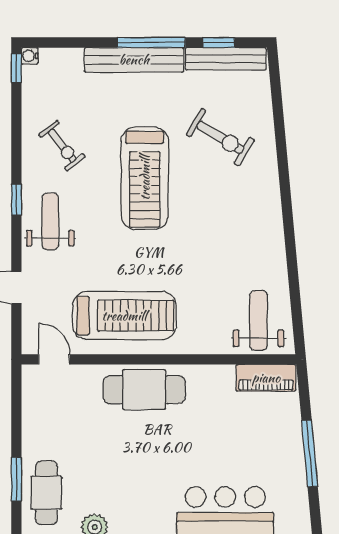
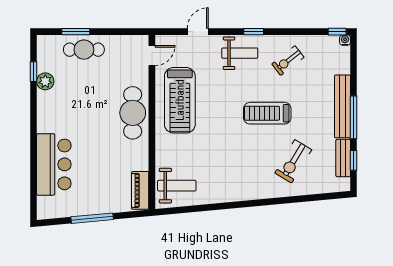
bench: (226, 59) -> (343, 158), width x0.73
treadmill: (145, 178) -> (267, 113), width x0.73, depth x0.73
cafe table: (46, 493) -> (84, 50), moved

